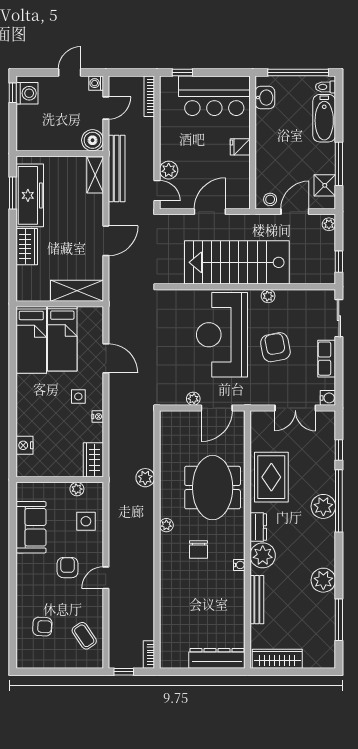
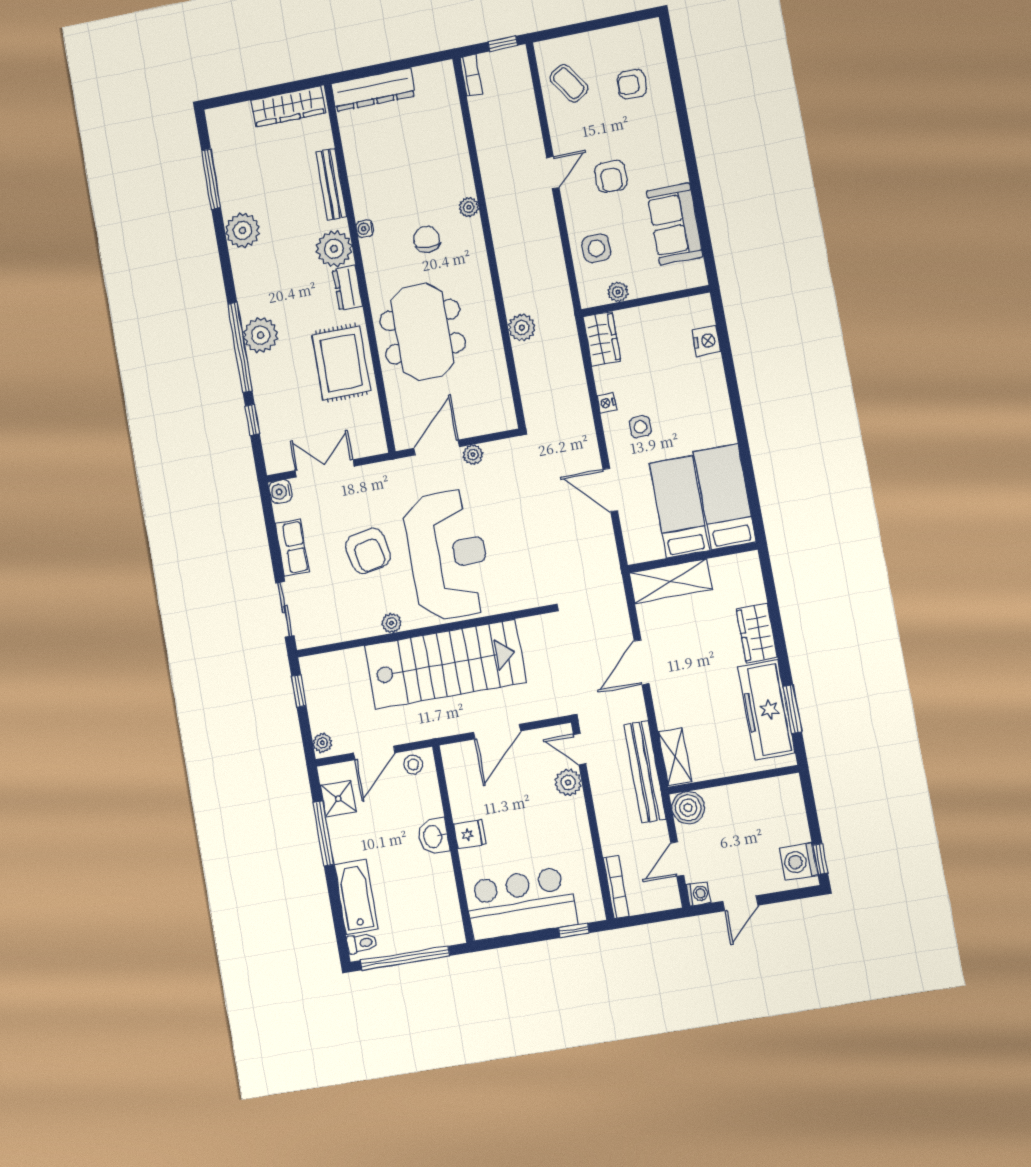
washbasin: (265, 98) -> (433, 836), moved
plant: (166, 525) -> (469, 207), moved

